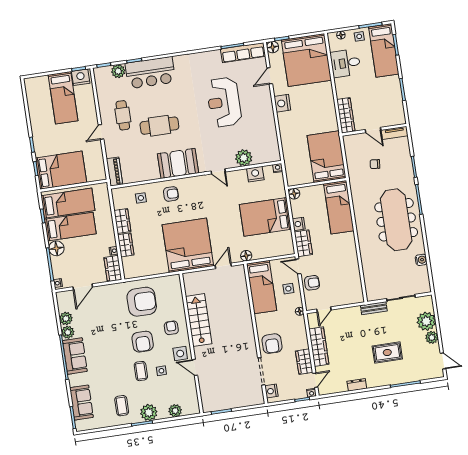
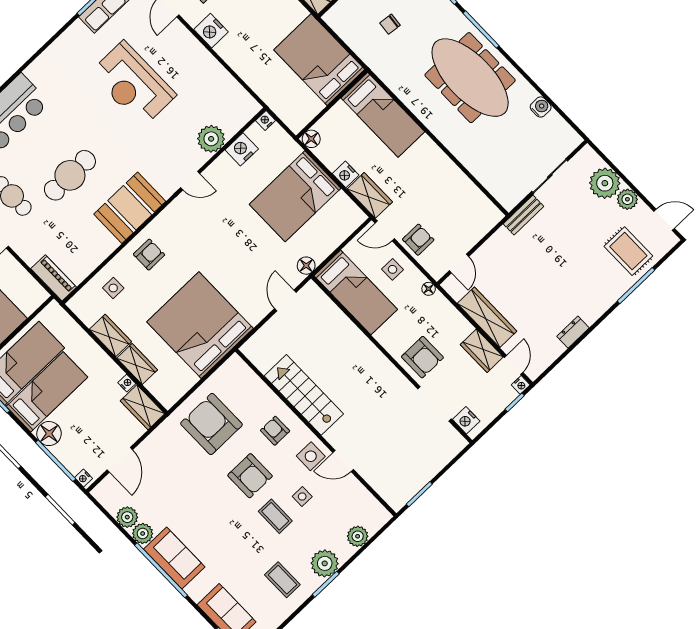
bed: (188, 245) -> (200, 325), moved
armchair: (142, 302) -> (211, 424), turned -90
rug: (387, 352) -> (628, 251), moved, turned 90

